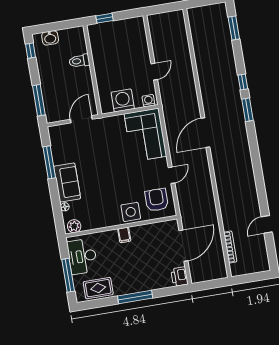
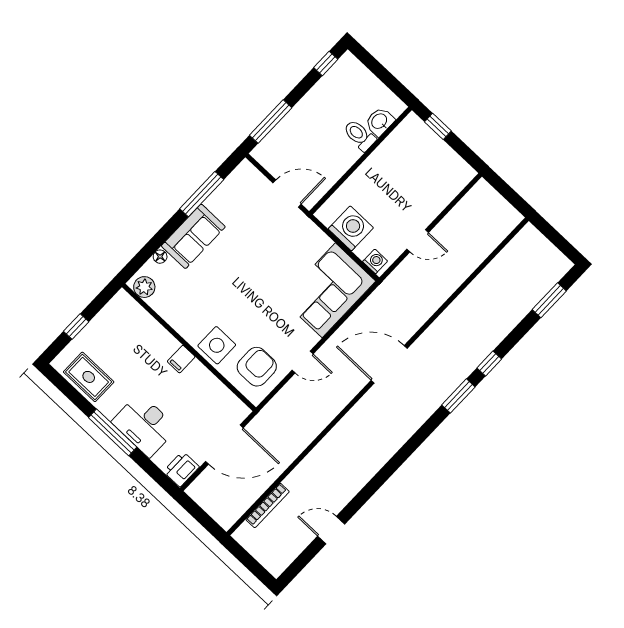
washbasin: (50, 38) -> (380, 122), moved, turned 90
desk: (82, 256) -> (144, 425), moved, turned -90
window: (68, 275) -> (76, 326), width x0.46

